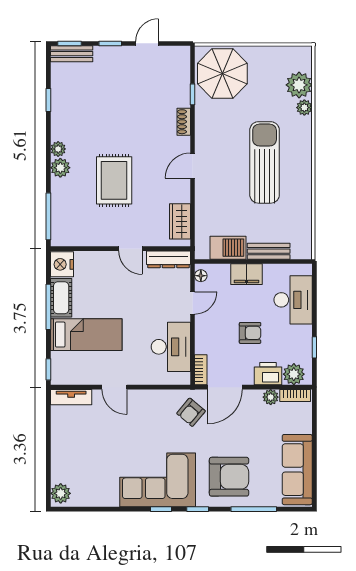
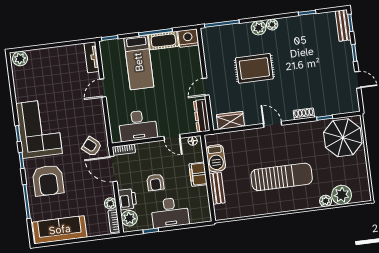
desk: (293, 300) -> (170, 213), moved

